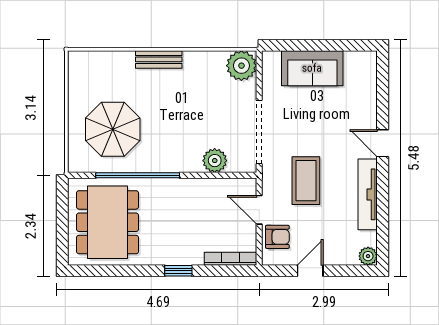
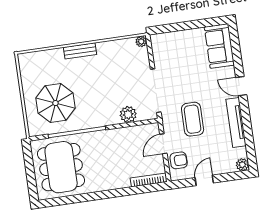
plant: (241, 66) -> (141, 41), width x0.53, depth x0.53
sofa: (312, 68) -> (219, 46), moved, turned 90
door: (259, 210) -> (163, 144), hinge flipped
window: (178, 271) -> (114, 193), removed

